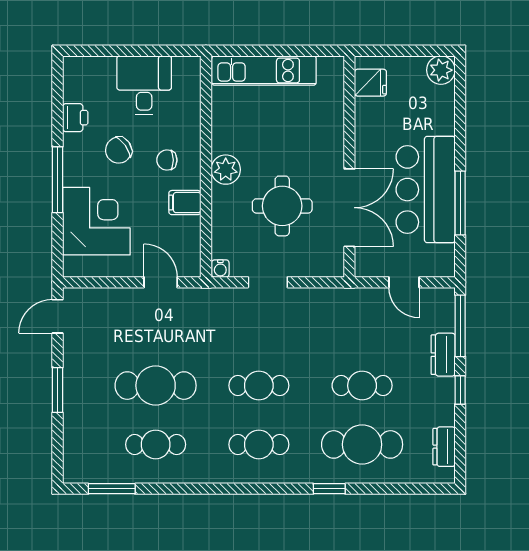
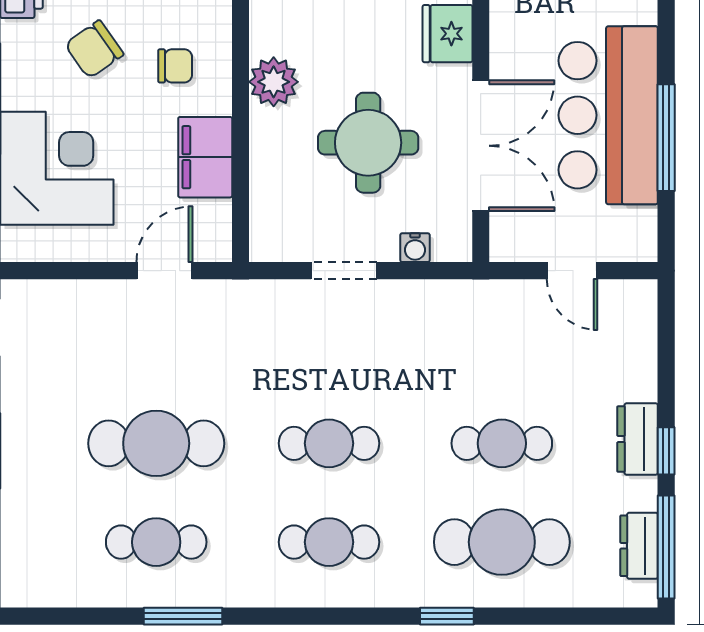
fridge: (330, 141) -> (447, 34), added
chair: (167, 160) -> (175, 66), turned 180
filing cabinet: (185, 203) -> (205, 157), width x2.00
water cooler: (220, 269) -> (415, 248), moved
door: (161, 282) -> (164, 271), hinge flipped
window: (460, 326) -> (666, 547), moved
dresser: (443, 355) -> (638, 439), moved
window: (112, 489) -> (183, 616), moved

